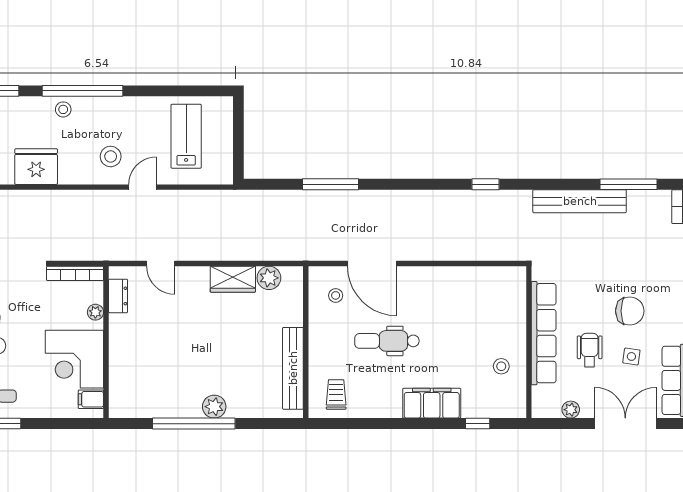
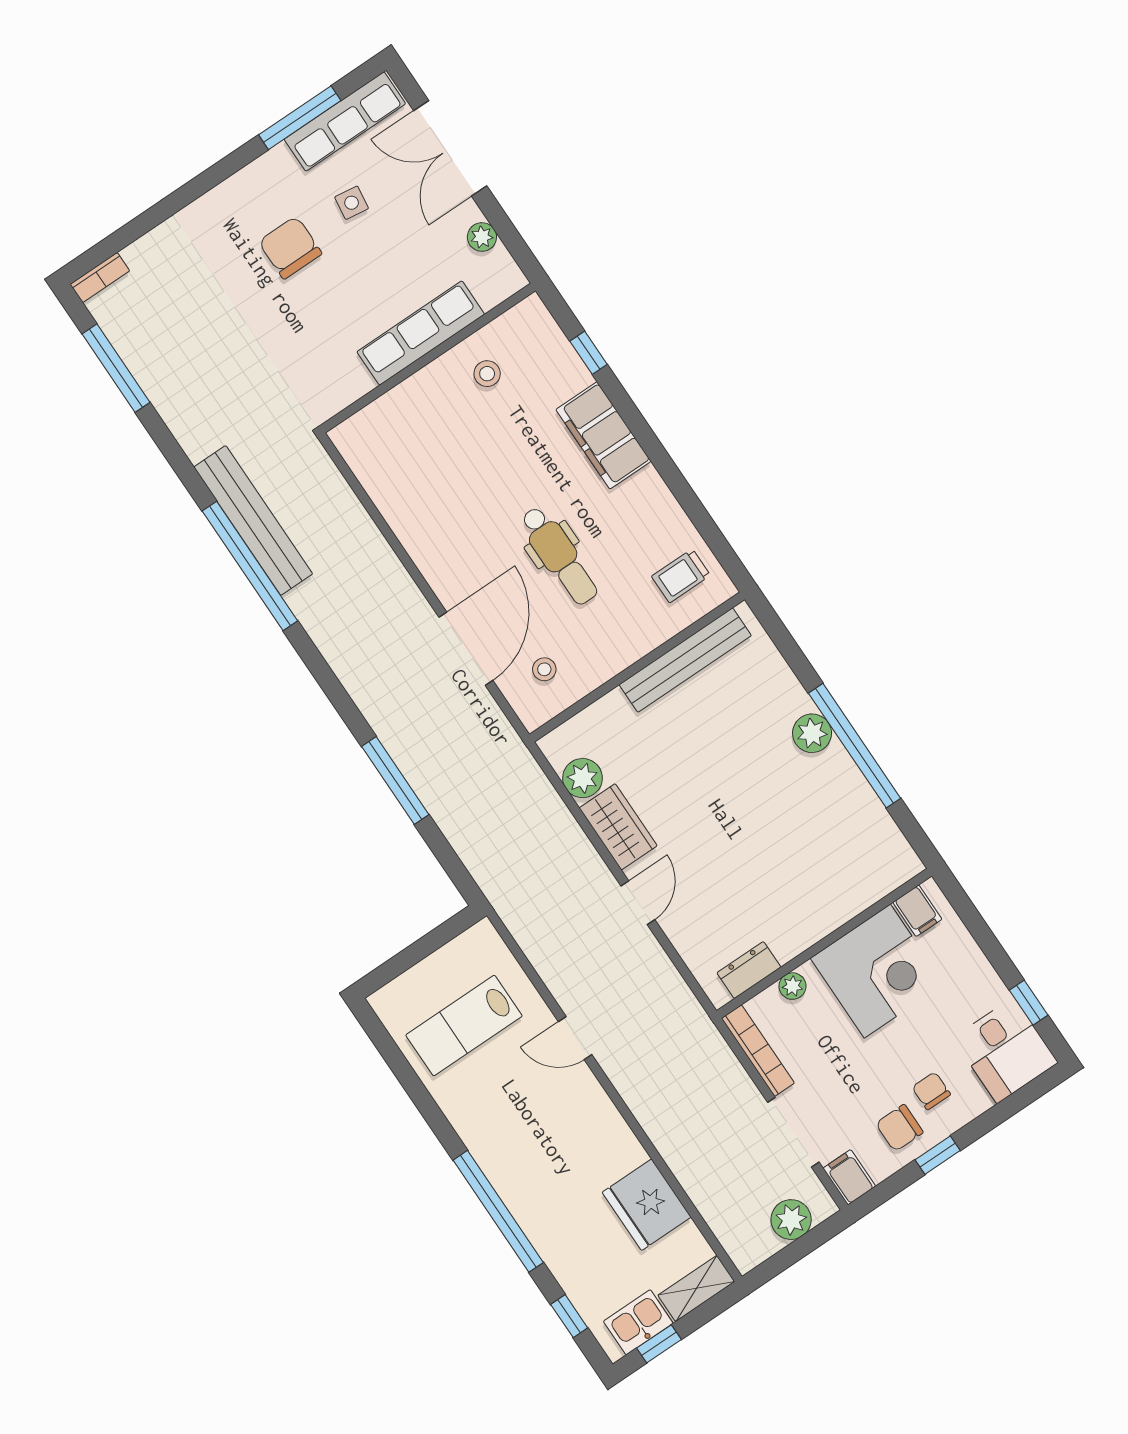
stool: (63, 109) -> (542, 1221), removed
stool: (111, 156) -> (563, 1111), removed
window: (486, 184) -> (250, 566), width x3.17
bench: (580, 201) -> (253, 520), moved
door: (161, 264) -> (638, 903), moved
row of seats: (544, 333) -> (421, 333), width x0.73
wheelchair: (590, 350) -> (382, 267), removed

